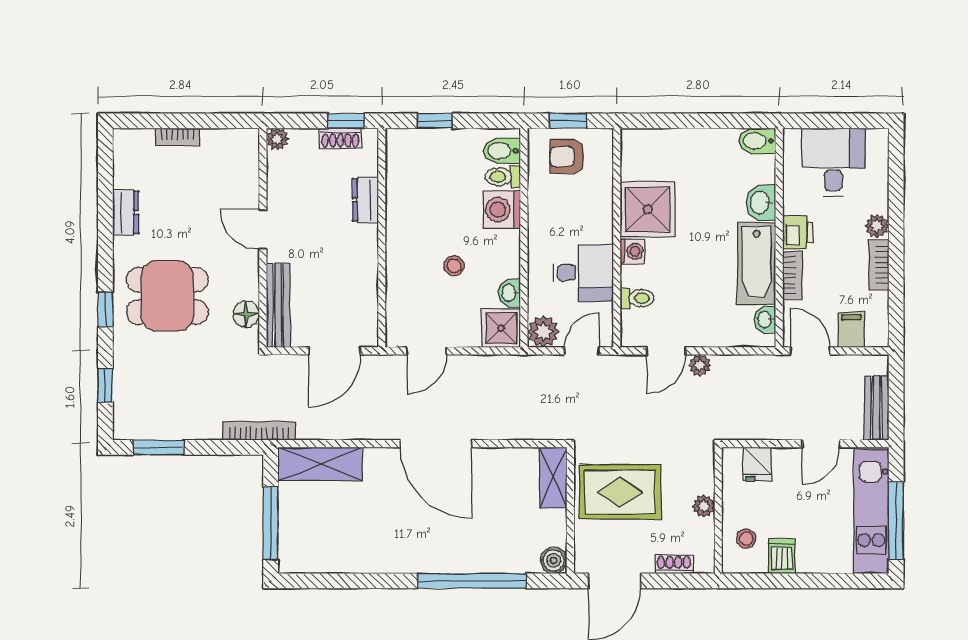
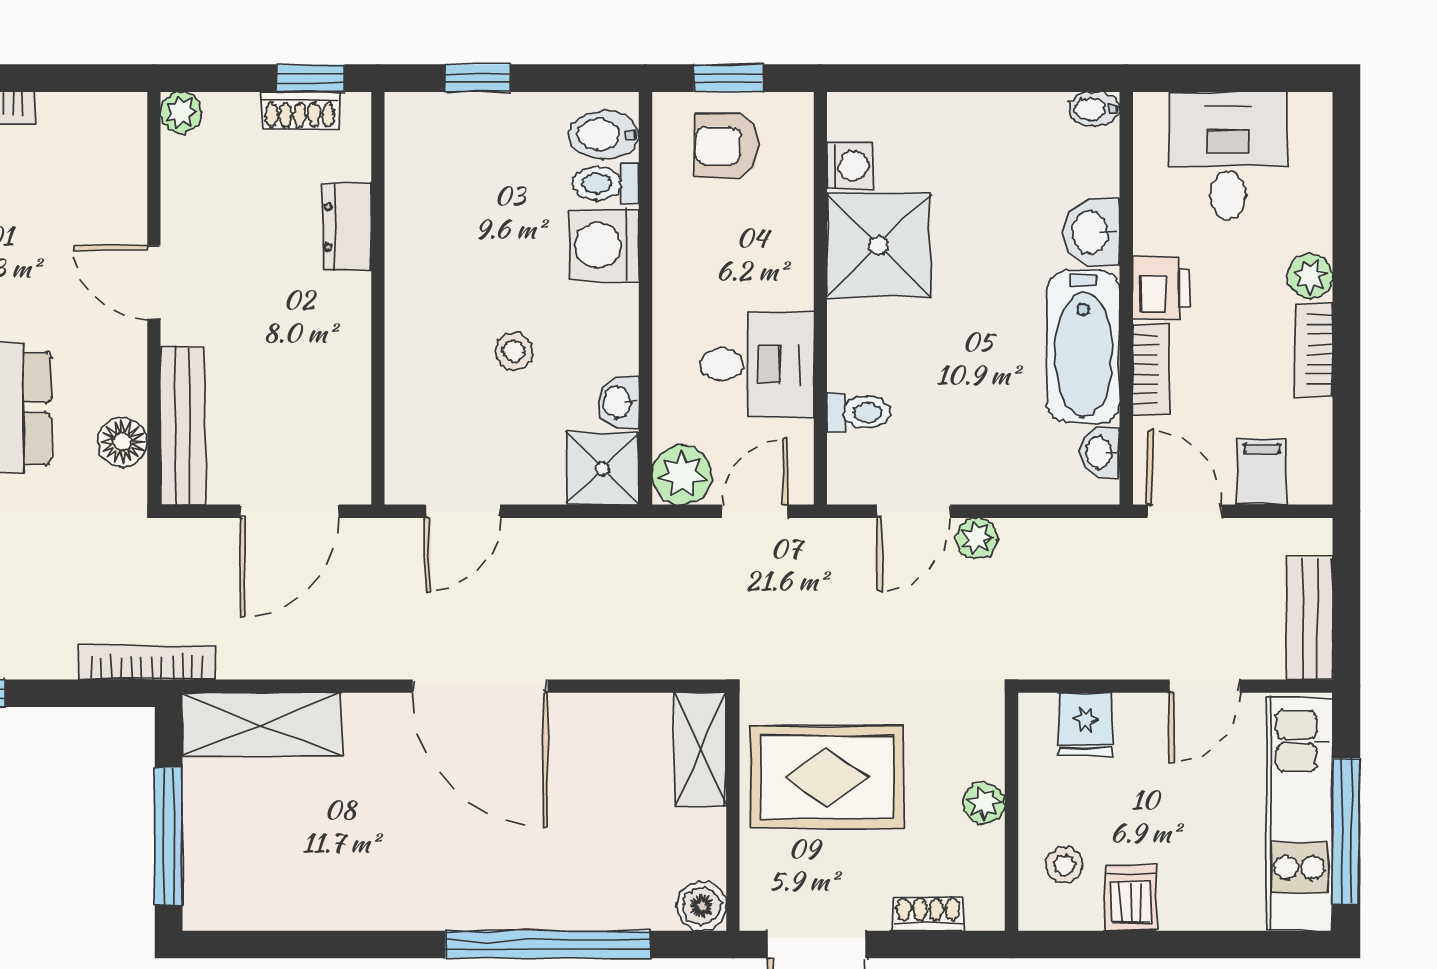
bidet: (757, 141) -> (1094, 109), width x0.72, depth x0.74
washing machine: (632, 251) -> (850, 166), moved

